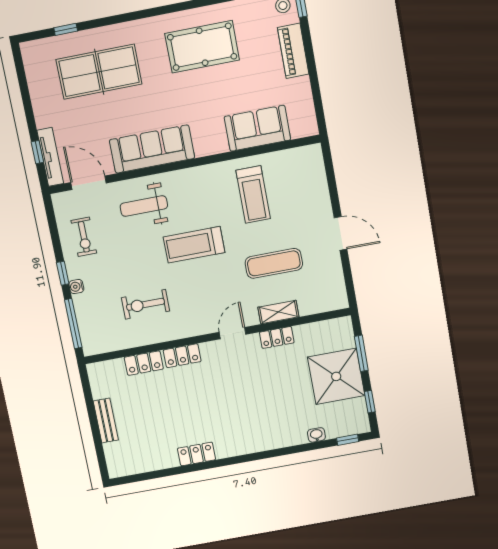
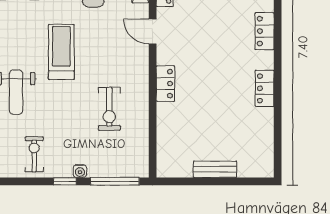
exercise bike: (84, 237) -> (34, 154), turned -90
treadmill: (194, 245) -> (61, 52), turned 180
locker: (144, 363) -> (264, 31), moved, turned 180

